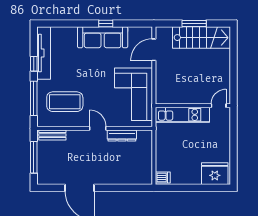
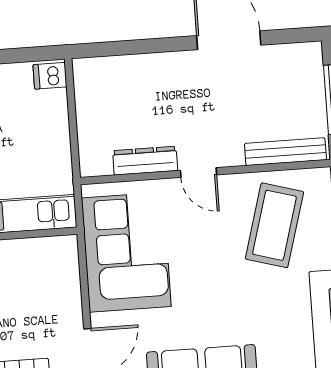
coffee table: (65, 102) -> (274, 225), turned -74
bench: (52, 135) -> (285, 152), width x1.36

